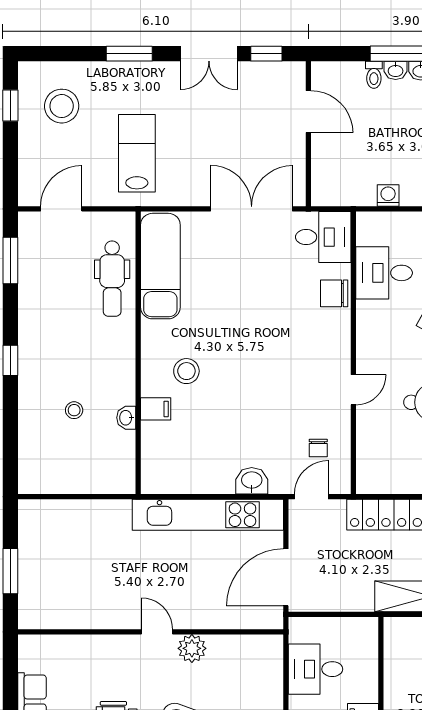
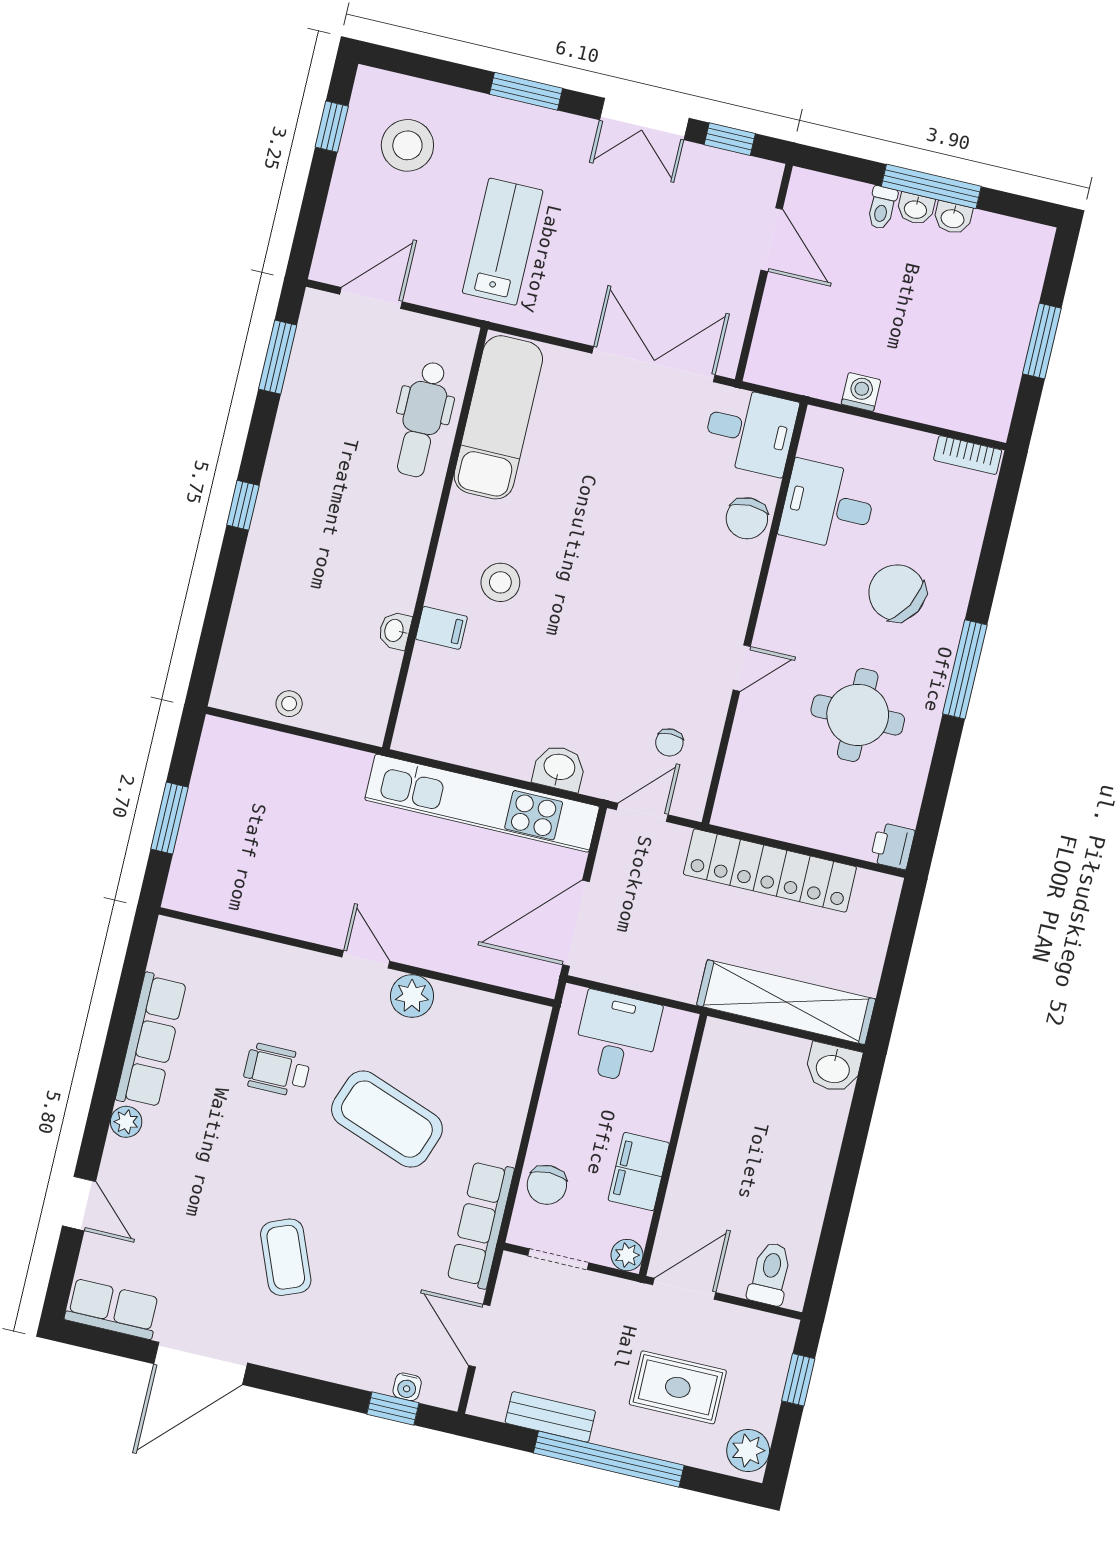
chair: (334, 293) -> (747, 518), turned -90
stool: (74, 410) -> (289, 704), moved
desk: (315, 669) -> (617, 1037), moved, turned 90

